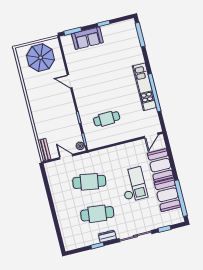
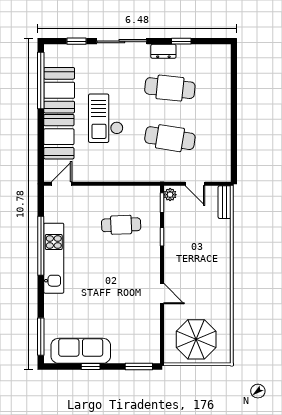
sofa: (87, 38) -> (81, 351), moved, width x1.36

